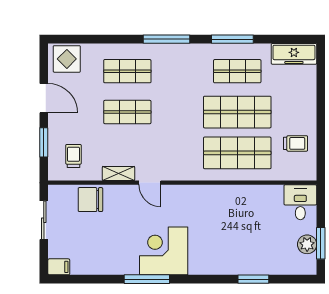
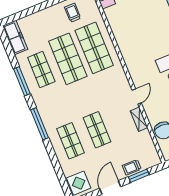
trolley: (73, 156) -> (132, 167), moved

